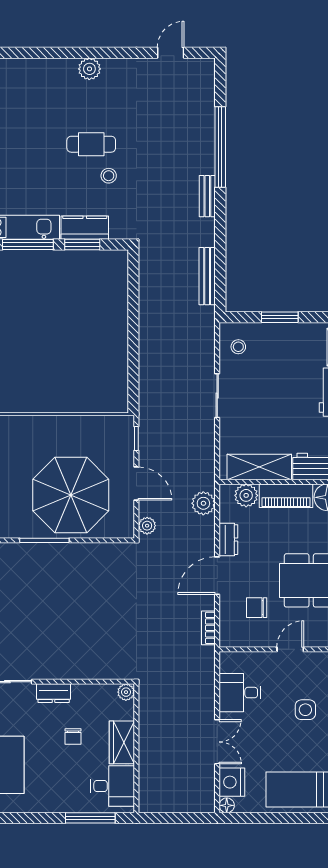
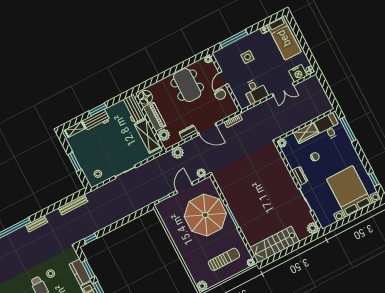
window: (133, 276) -> (90, 239), added
chair: (257, 608) -> (220, 94), moved
door: (290, 649) -> (224, 78), hinge flipped
double door: (217, 742) -> (283, 90), swing flipped

